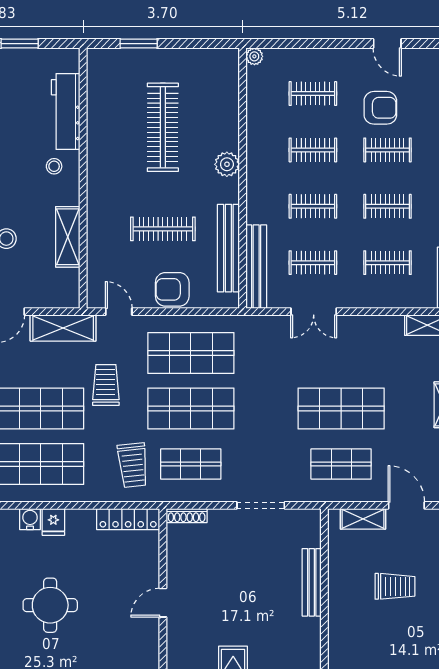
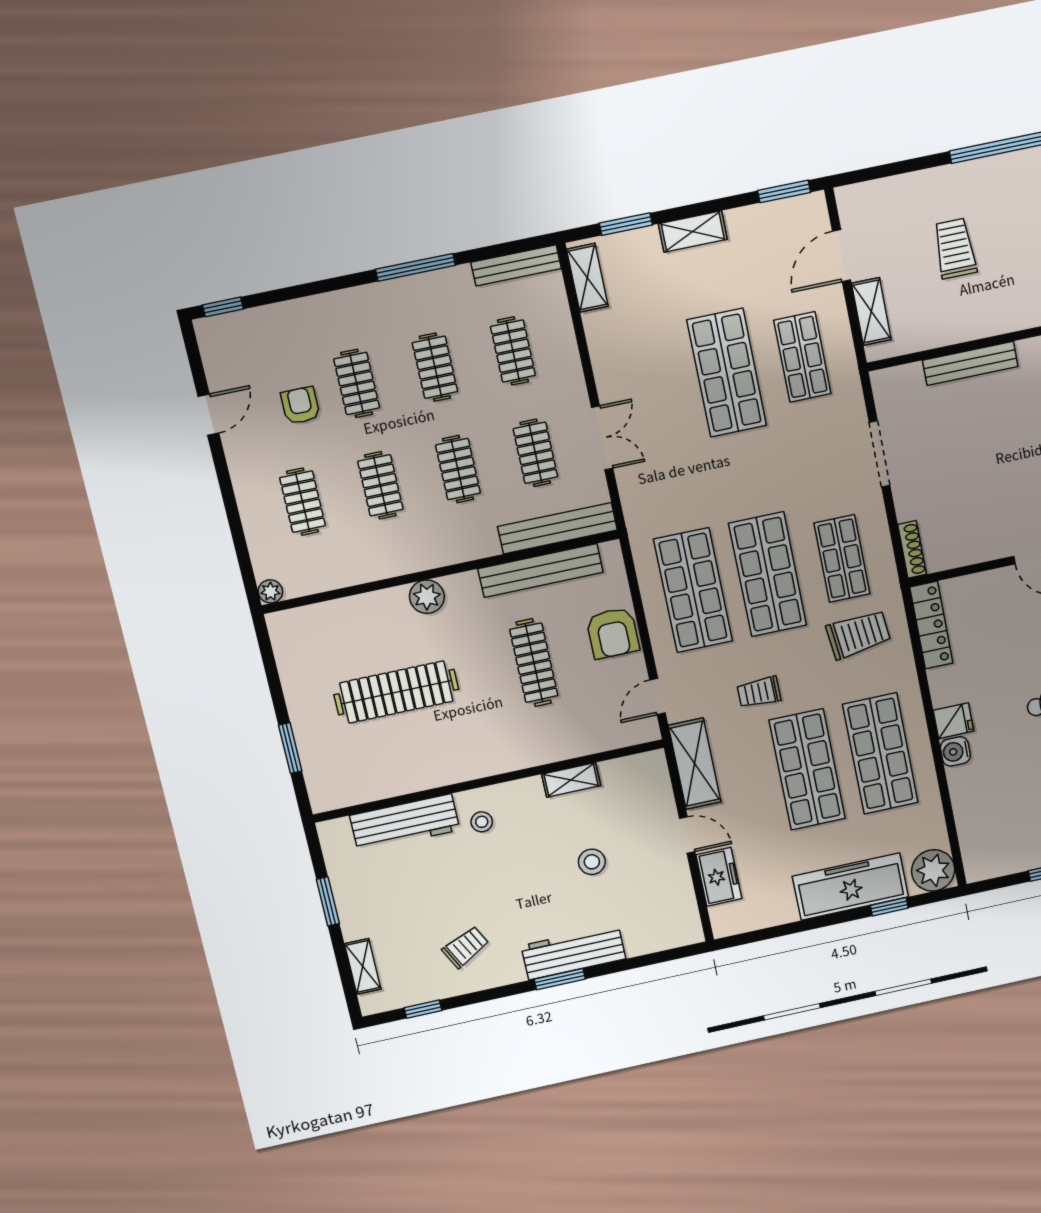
armchair: (380, 108) -> (300, 405), width x0.72, depth x0.72
shelving: (68, 237) -> (571, 780), width x0.67, depth x0.75
trolley: (106, 385) -> (759, 692), width x0.73, depth x0.72

